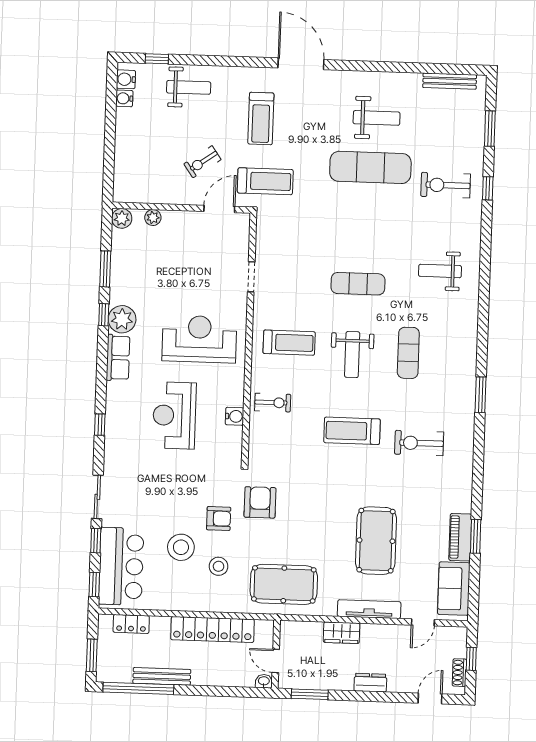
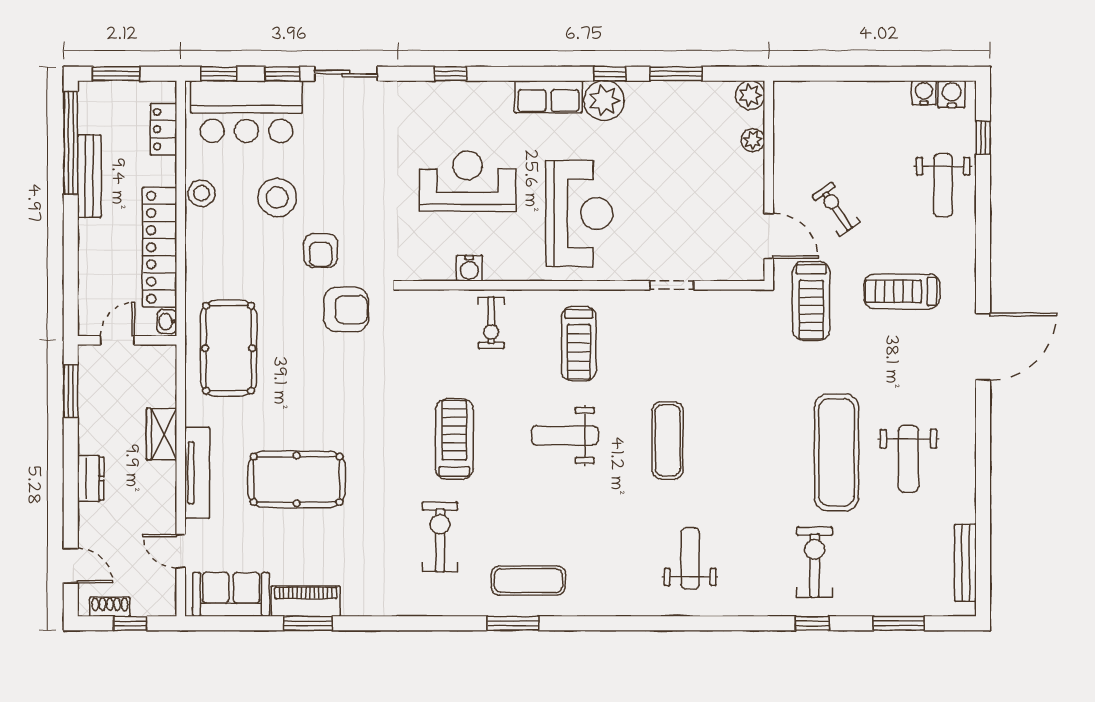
exercise mat: (408, 353) -> (528, 581), moved
stool: (219, 566) -> (201, 193), moved
washbasin: (264, 681) -> (167, 321), moved, turned 180

